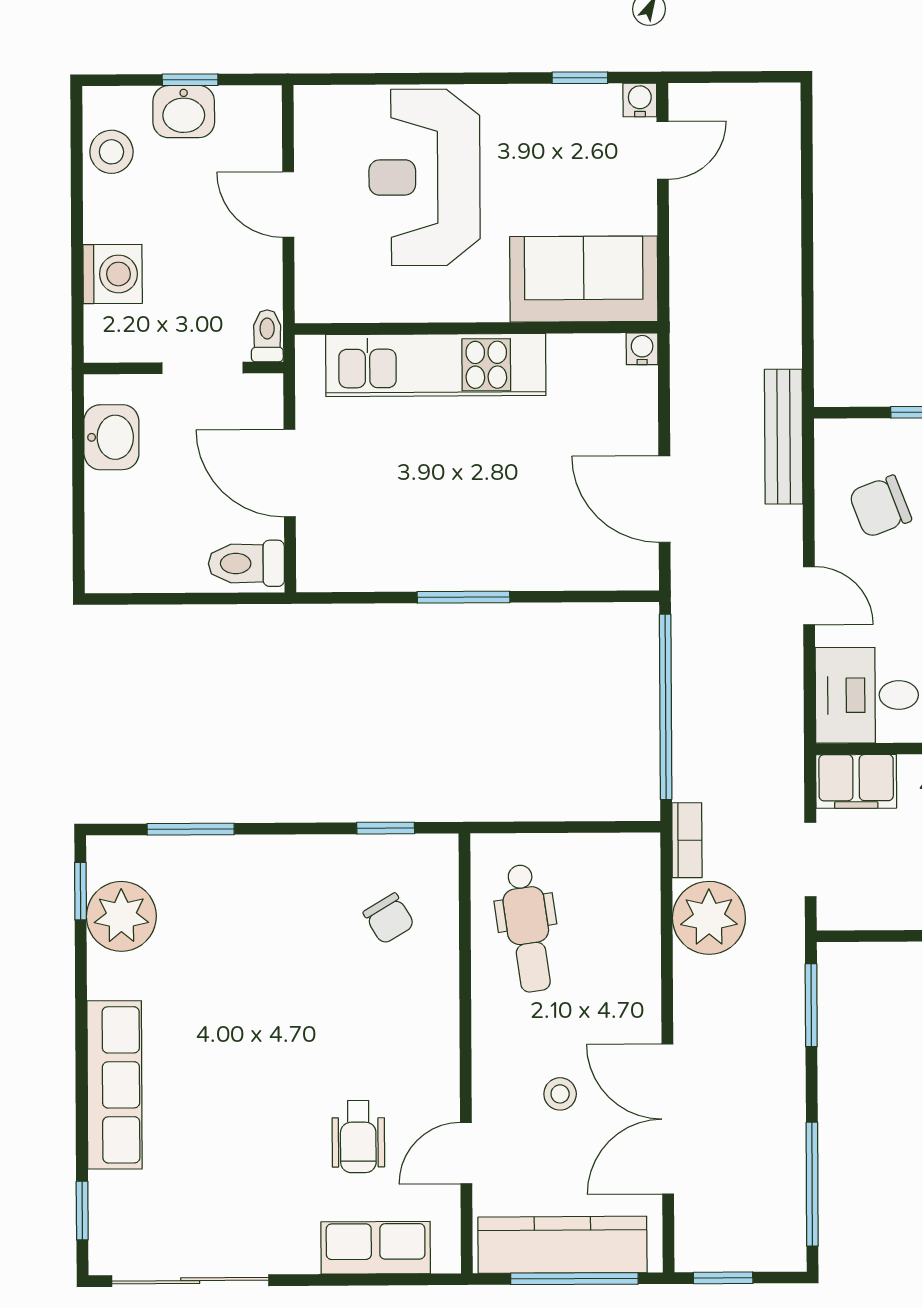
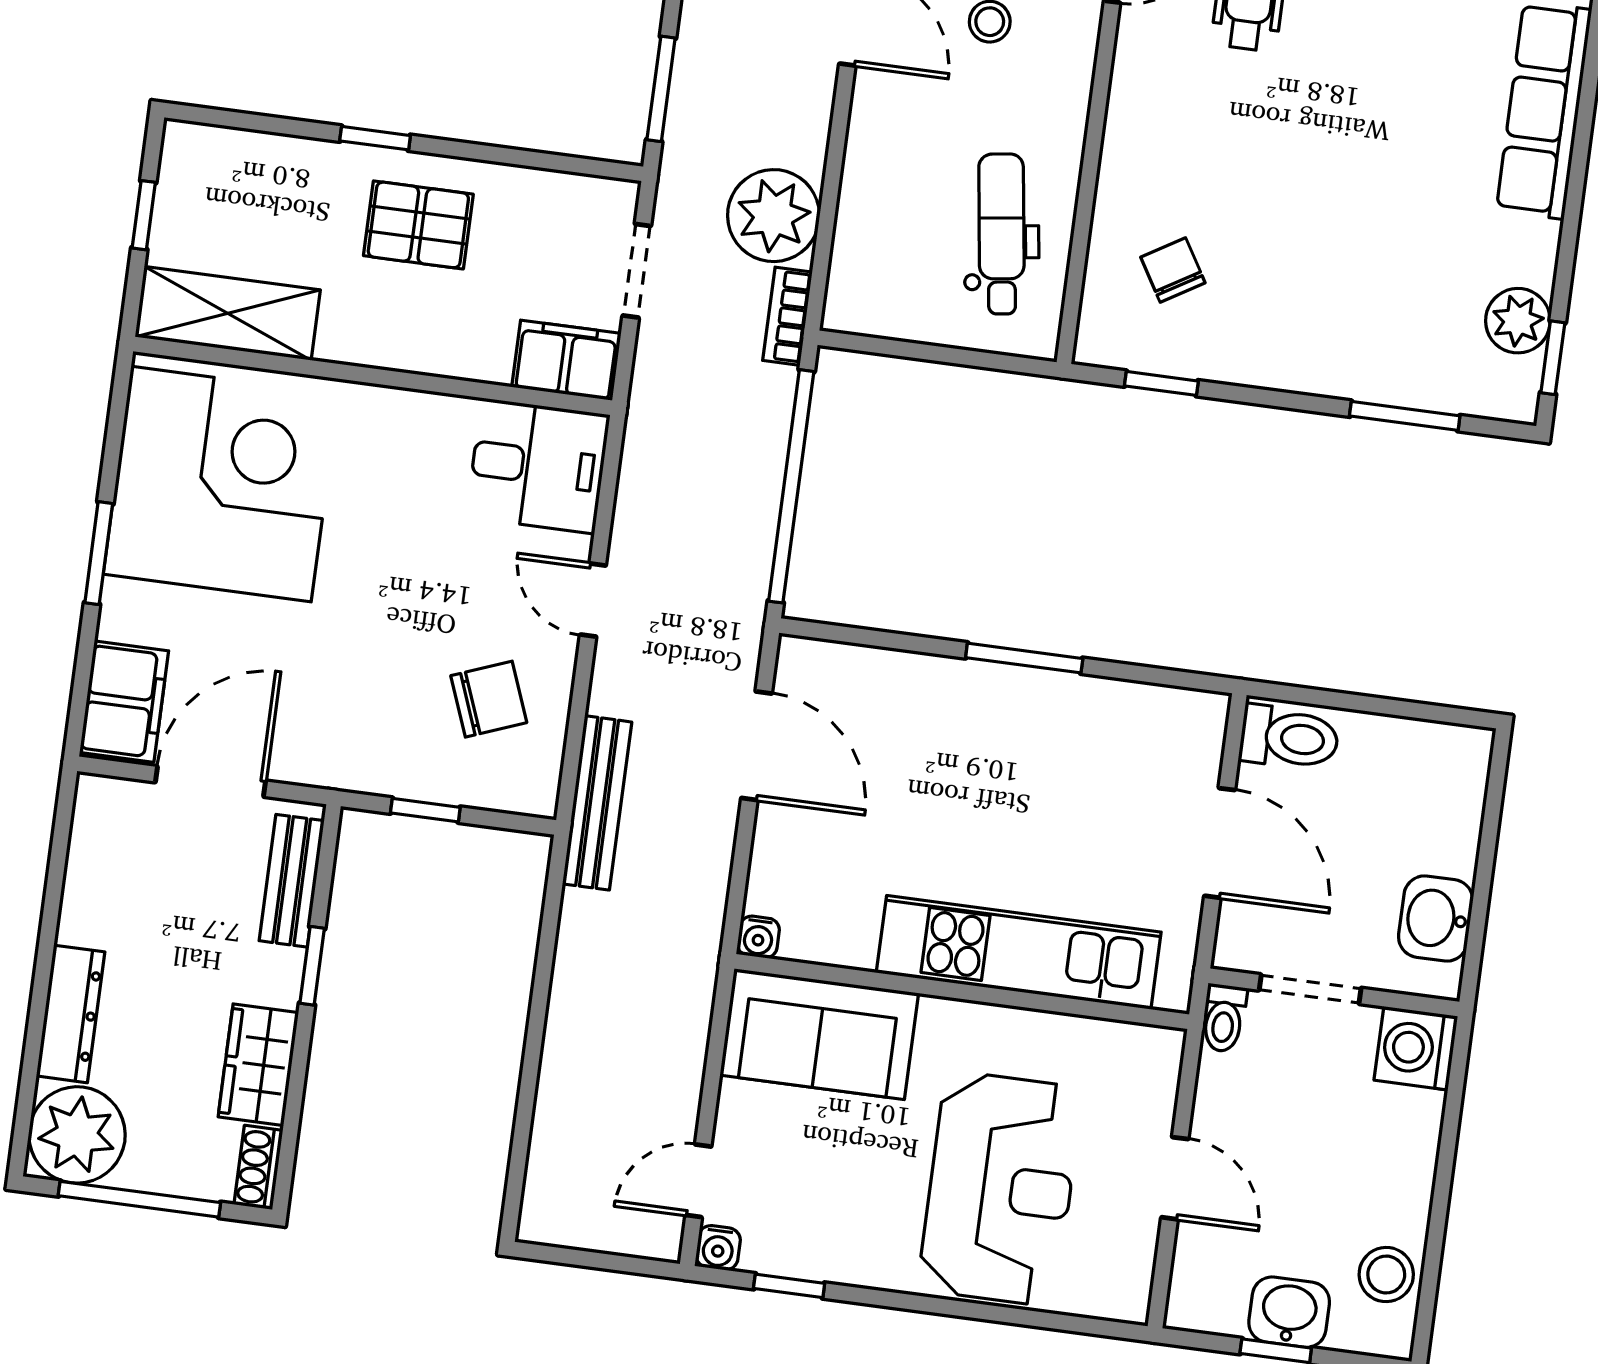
washing machine: (113, 274) -> (1416, 1048), moved
plant: (121, 916) -> (1518, 321), width x0.73, depth x0.73

